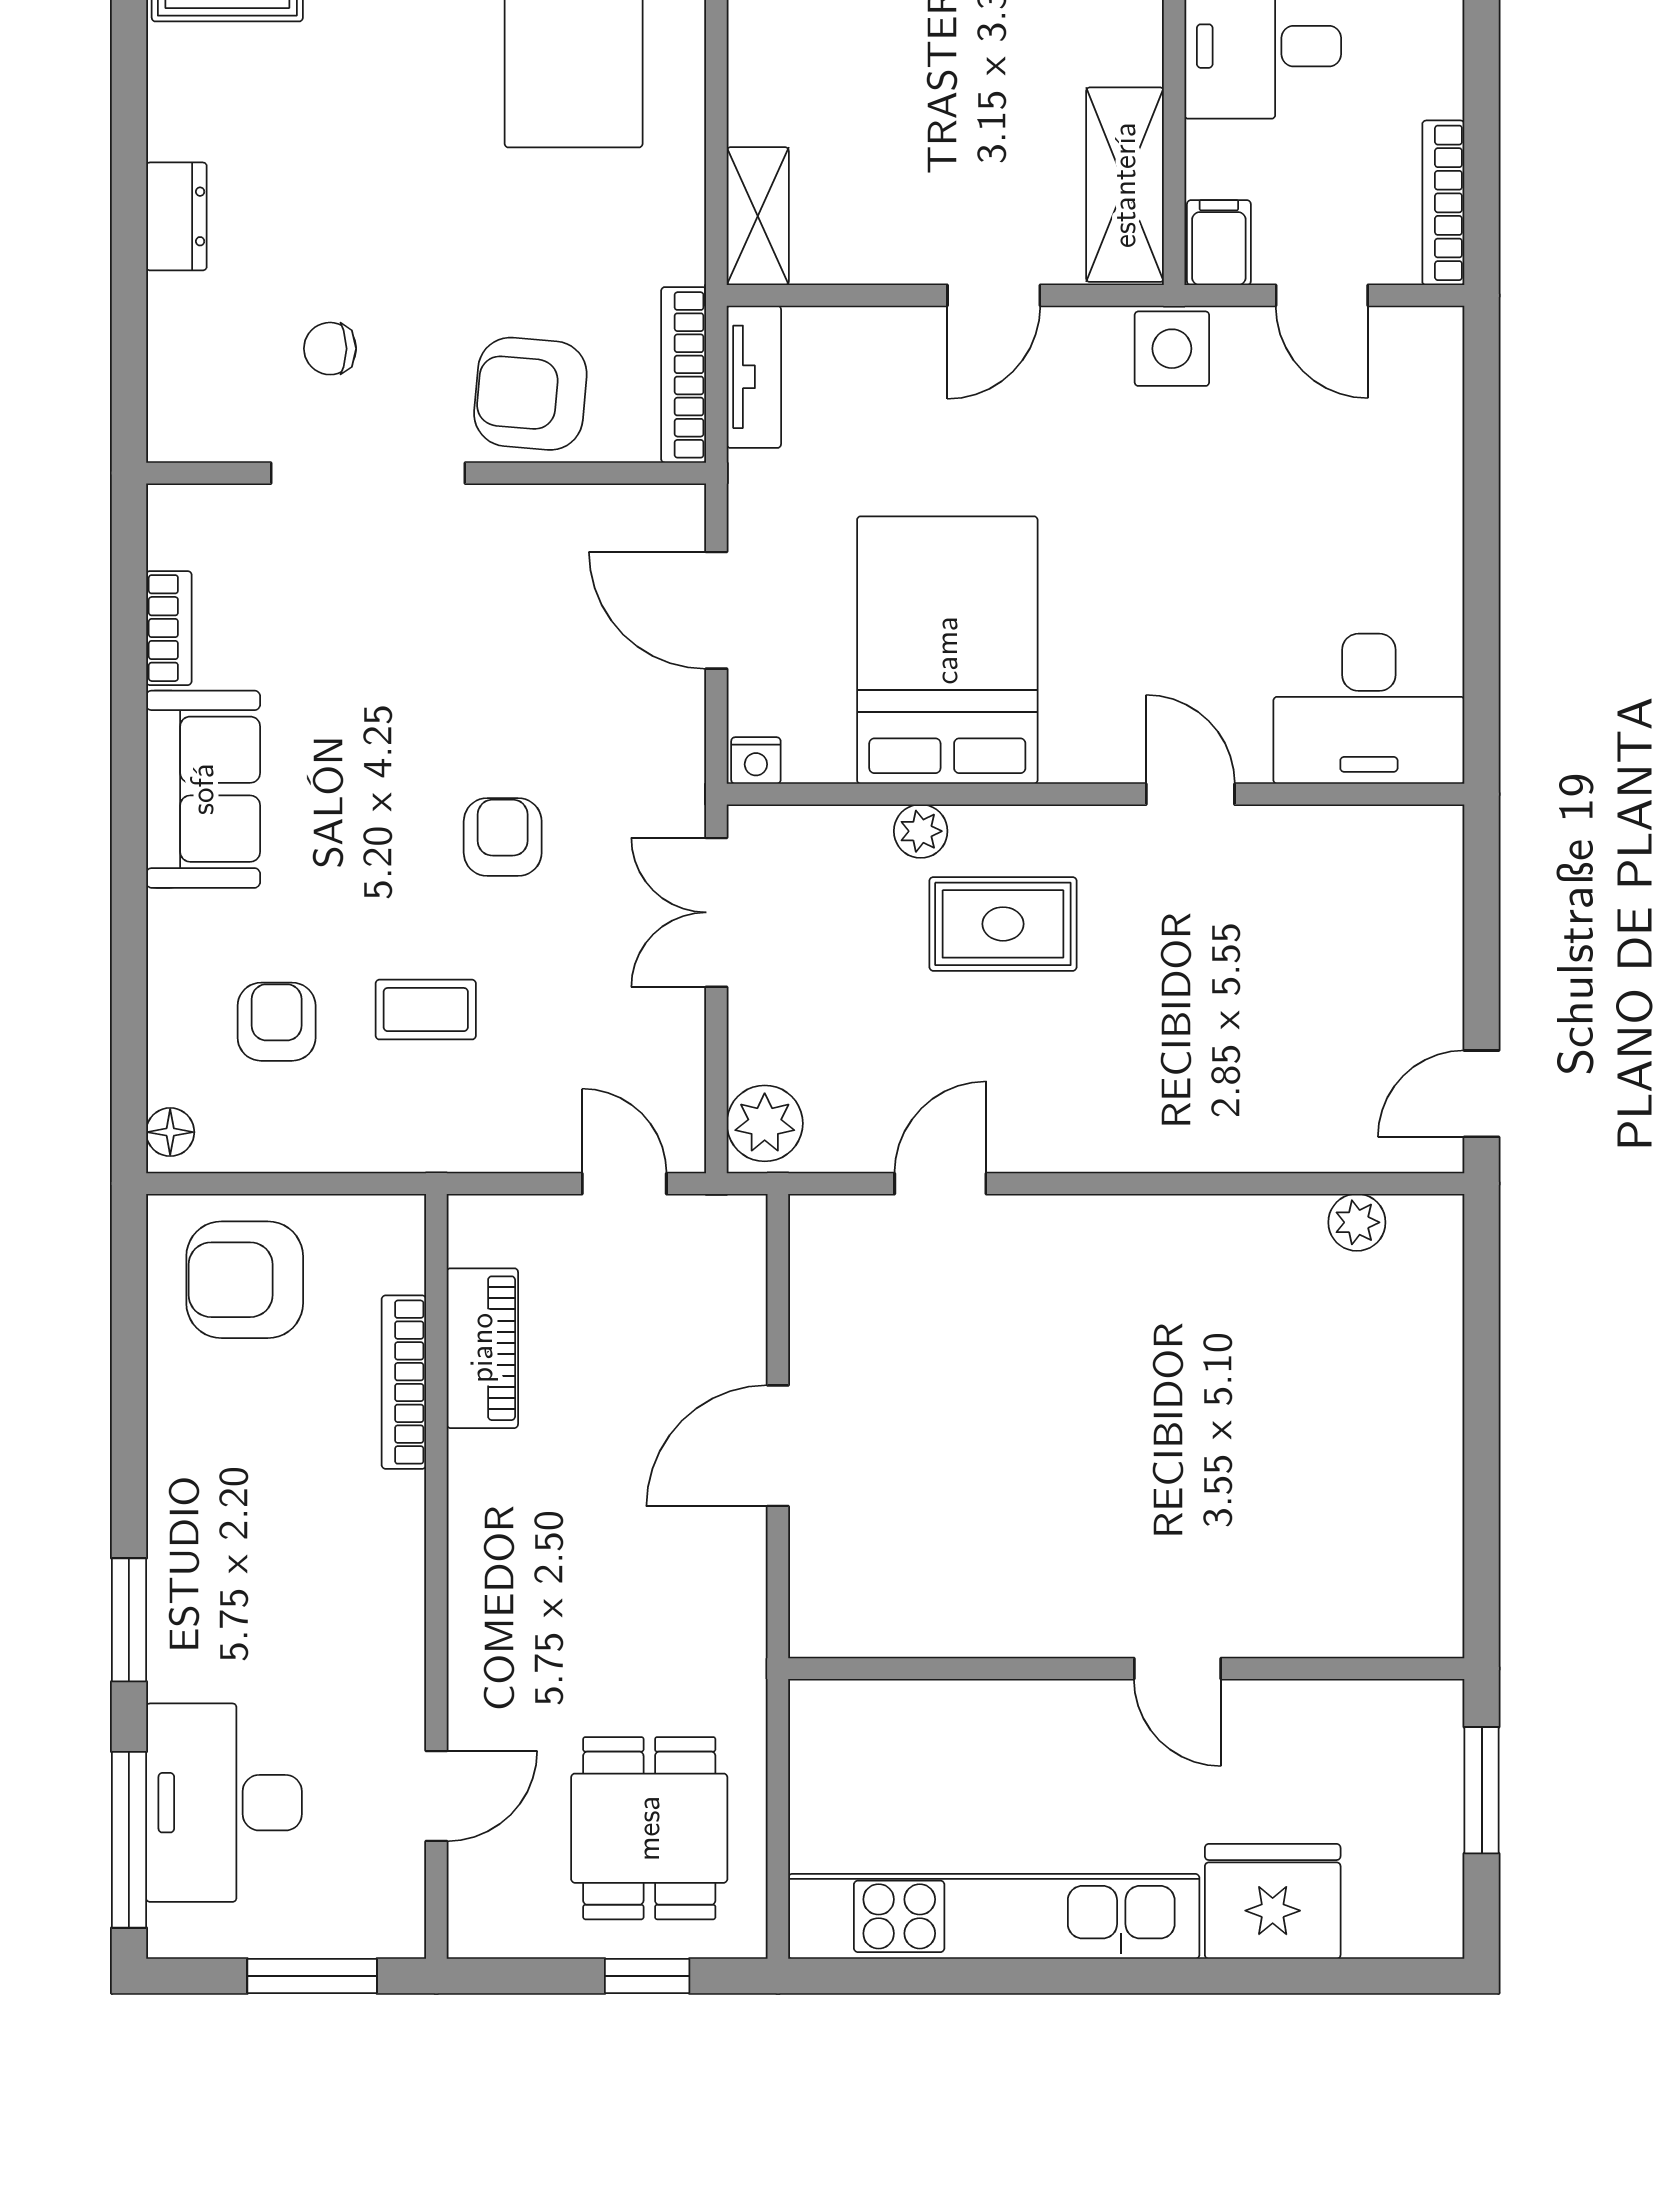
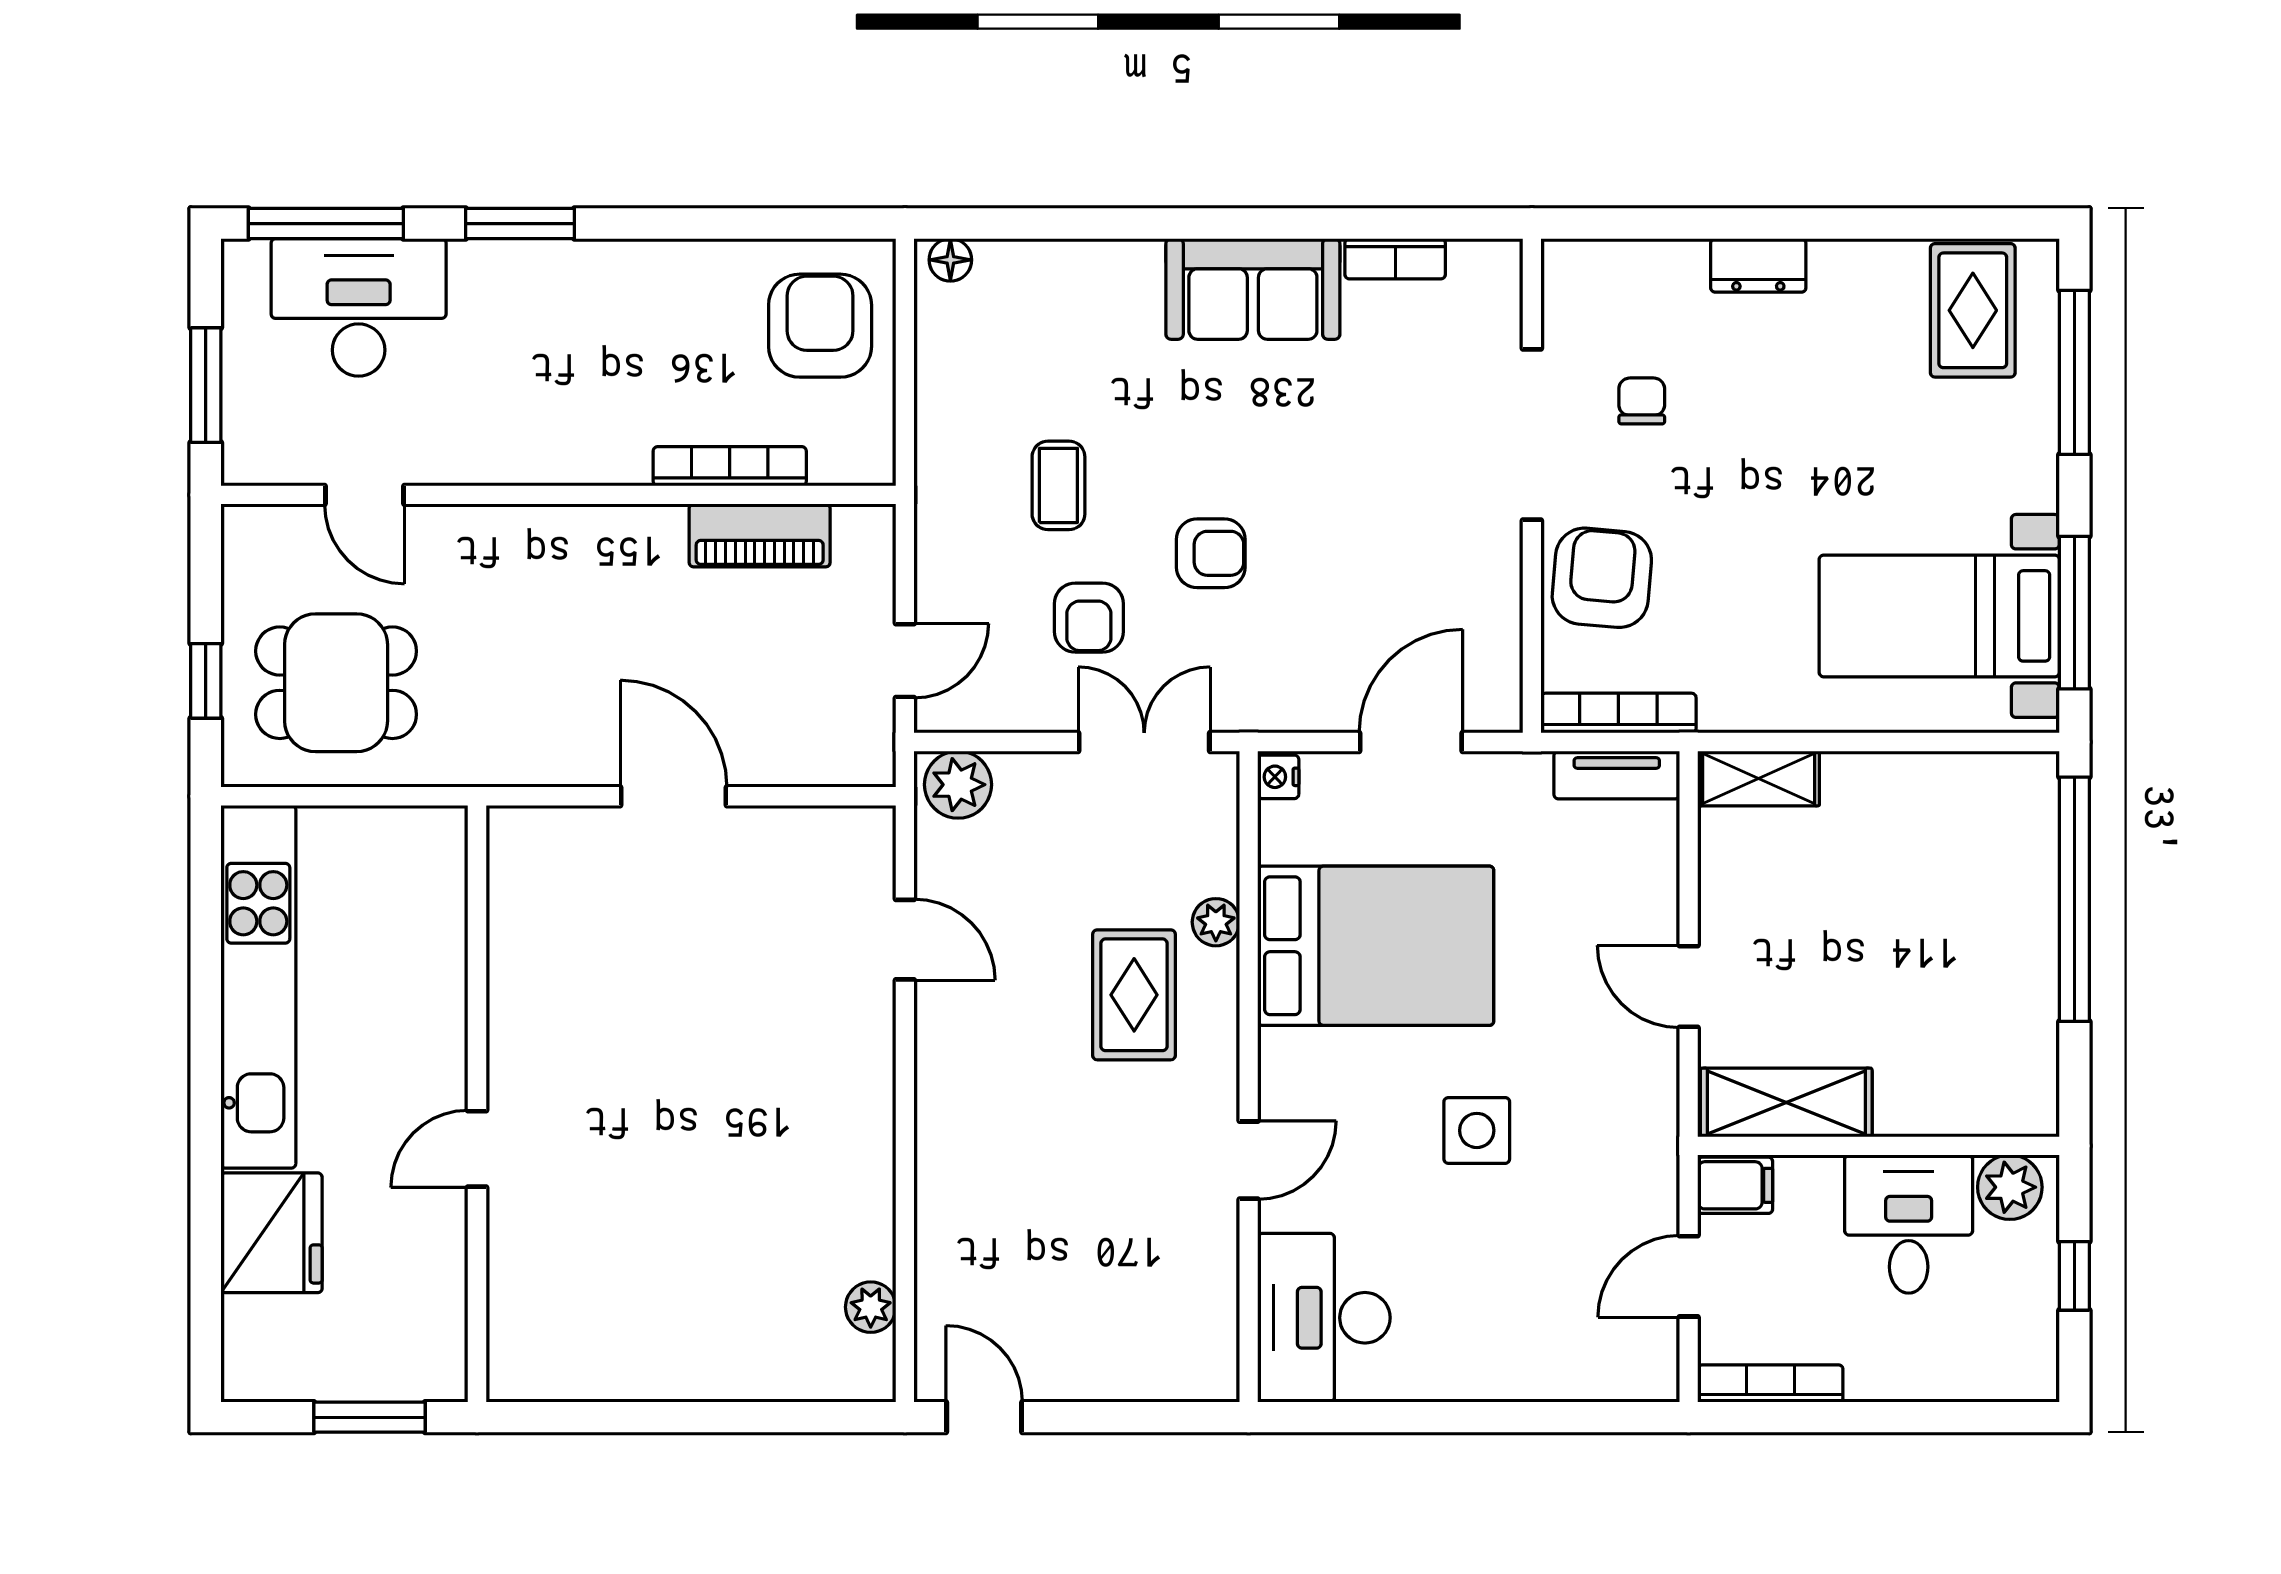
side table: (1172, 349) -> (1477, 1130), moved
armchair: (277, 1022) -> (1089, 618), moved, turned 90

